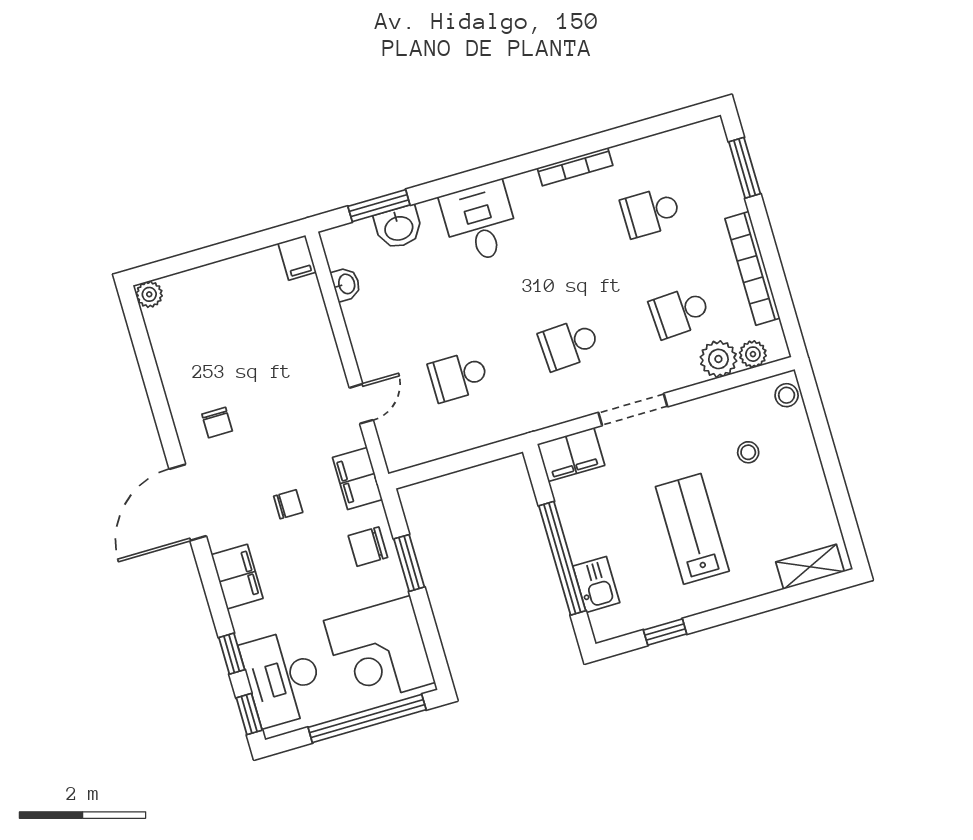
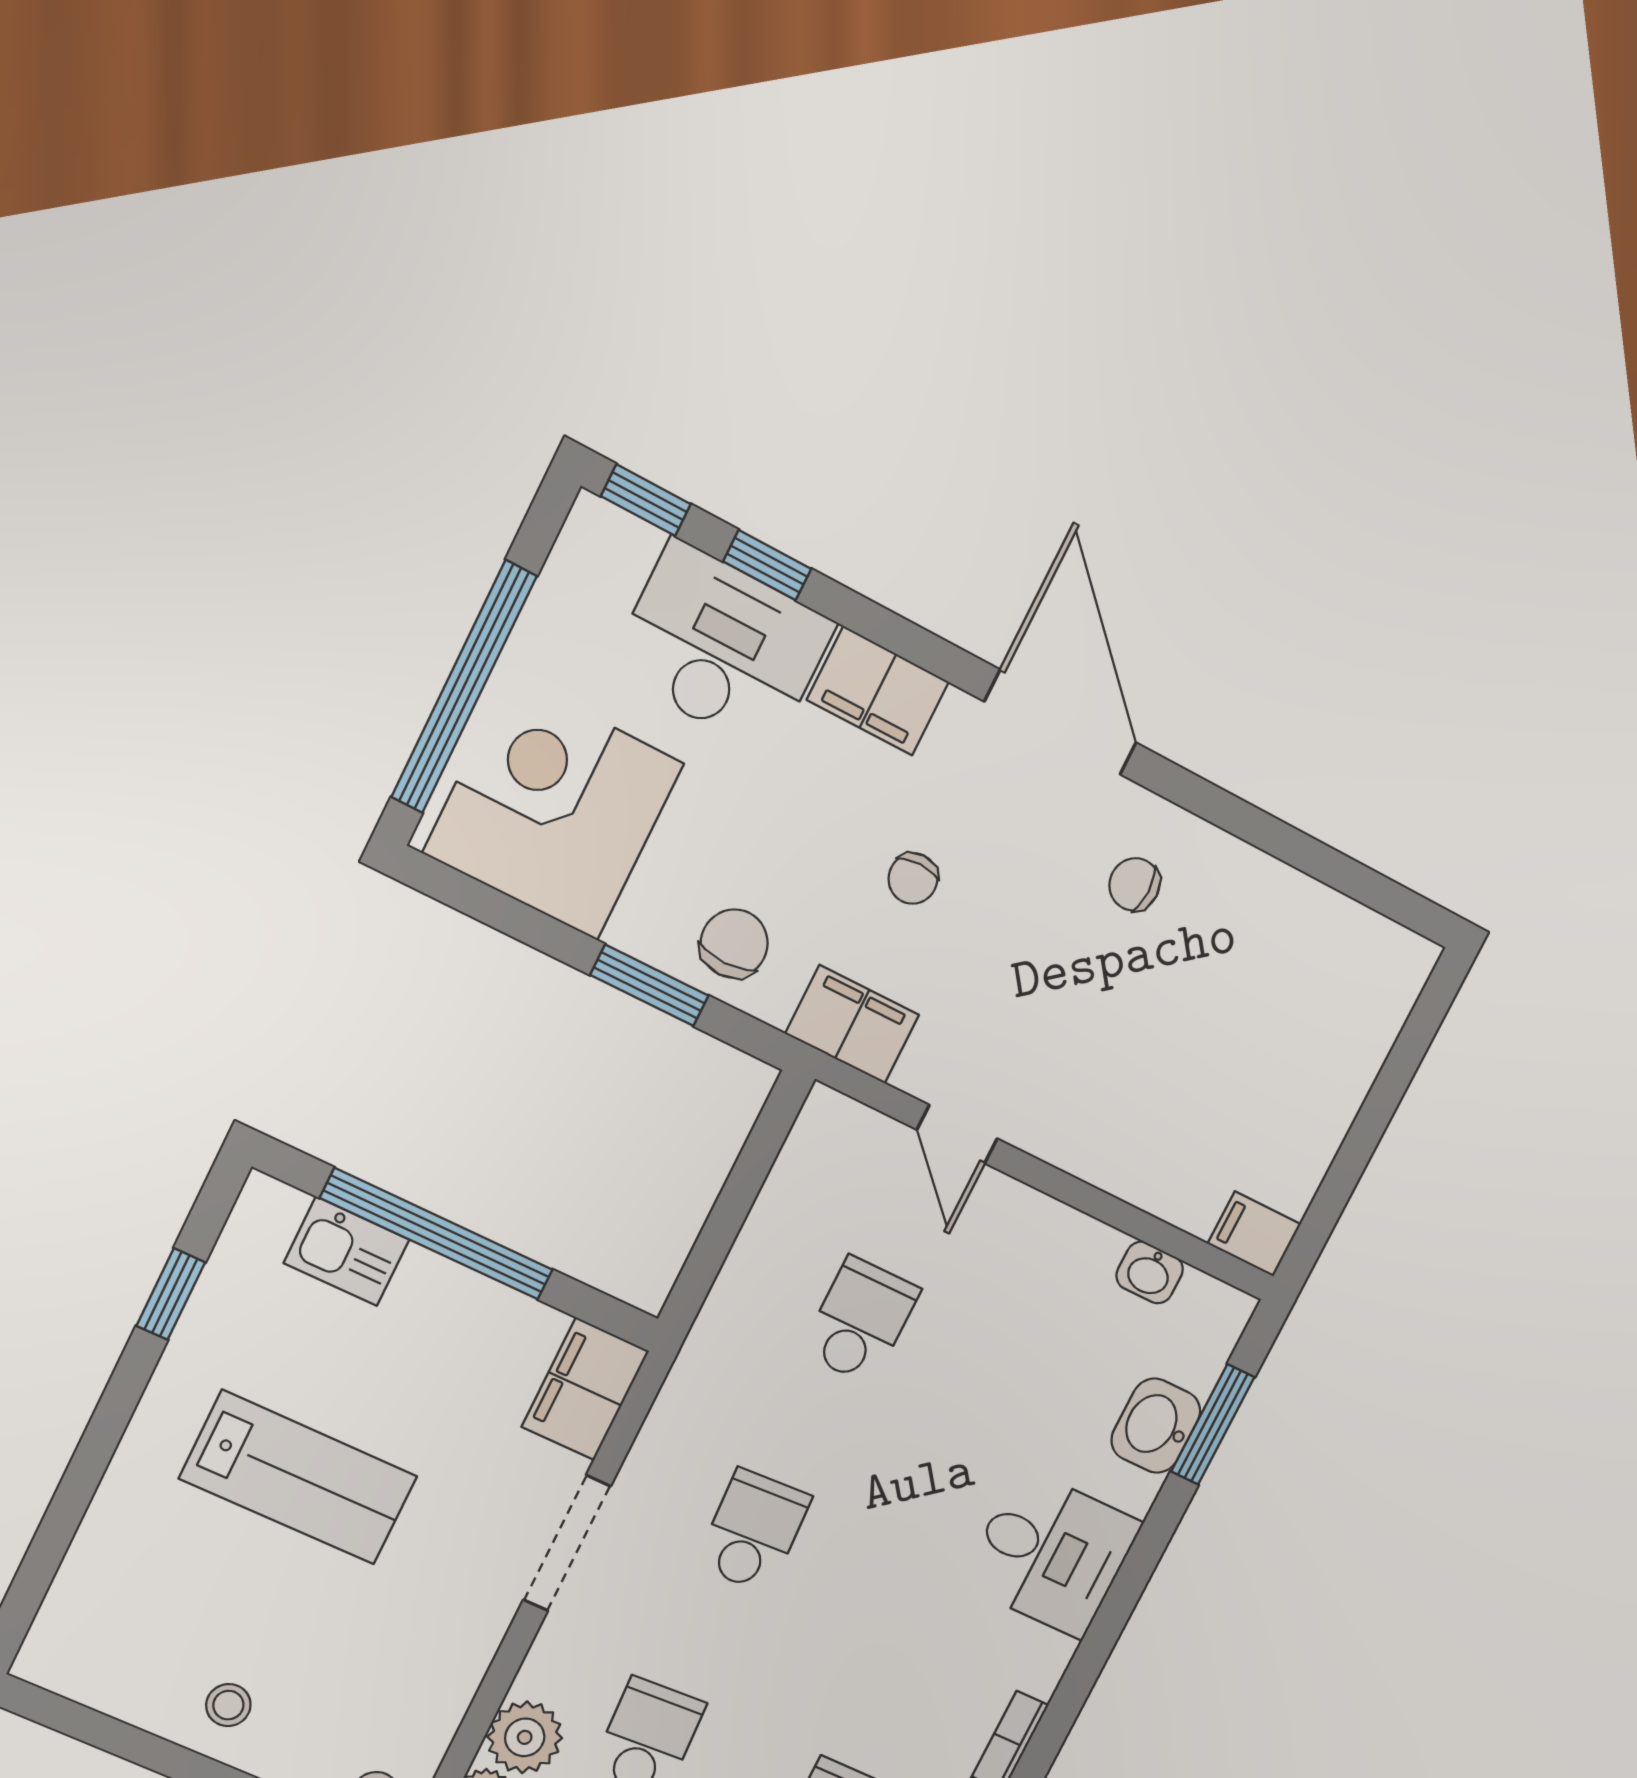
plant: (149, 294) -> (1411, 960), removed
stool: (748, 452) -> (228, 1705), moved
shelving: (810, 567) -> (71, 1610), removed
desk: (283, 678) -> (722, 647), moved

